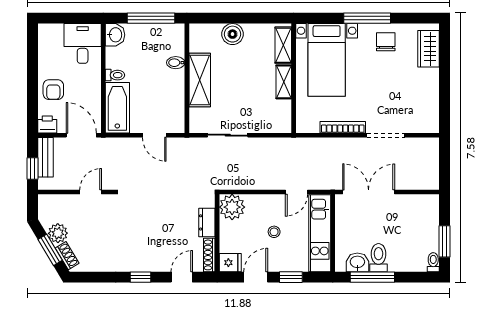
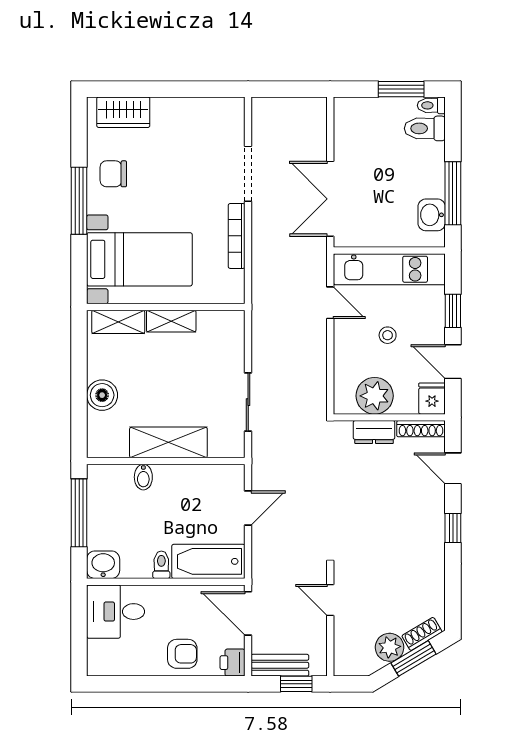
door: (81, 135) -> (248, 613), hinge flipped
plant: (232, 207) -> (375, 396), moved
toilet: (379, 258) -> (425, 128), moved

